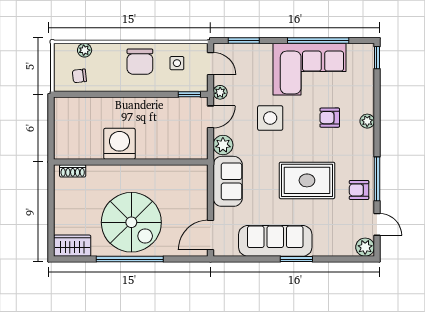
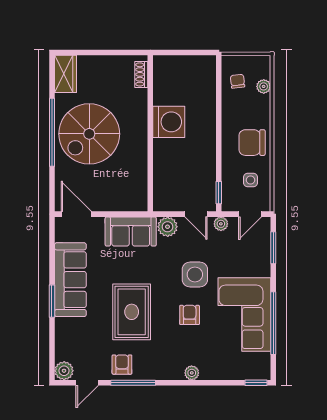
armchair: (330, 118) -> (190, 315), moved

